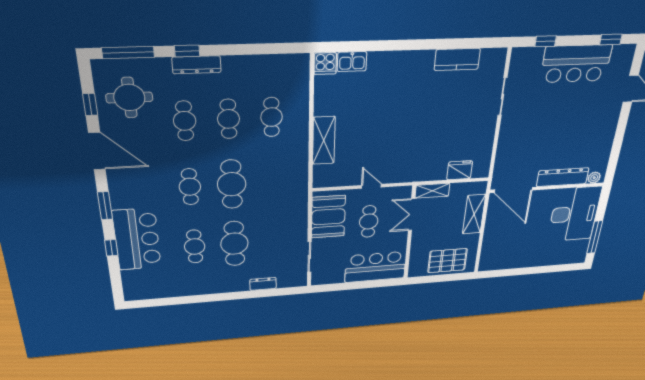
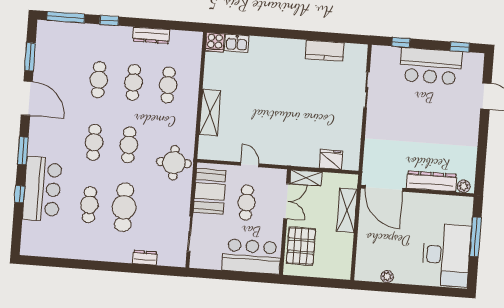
dresser: (197, 65) -> (151, 35), moved
round table: (129, 98) -> (174, 163), moved
window: (90, 104) -> (30, 57), width x1.50
cafe table: (232, 184) -> (129, 145), width x0.73, depth x0.74
desk: (574, 214) -> (446, 255), moved
double door: (412, 215) -> (287, 201), swing flipped
window: (595, 237) -> (475, 237), moved
pallet: (448, 261) -> (301, 246), moved, turned 90
plant: (510, 264) -> (387, 277), added

